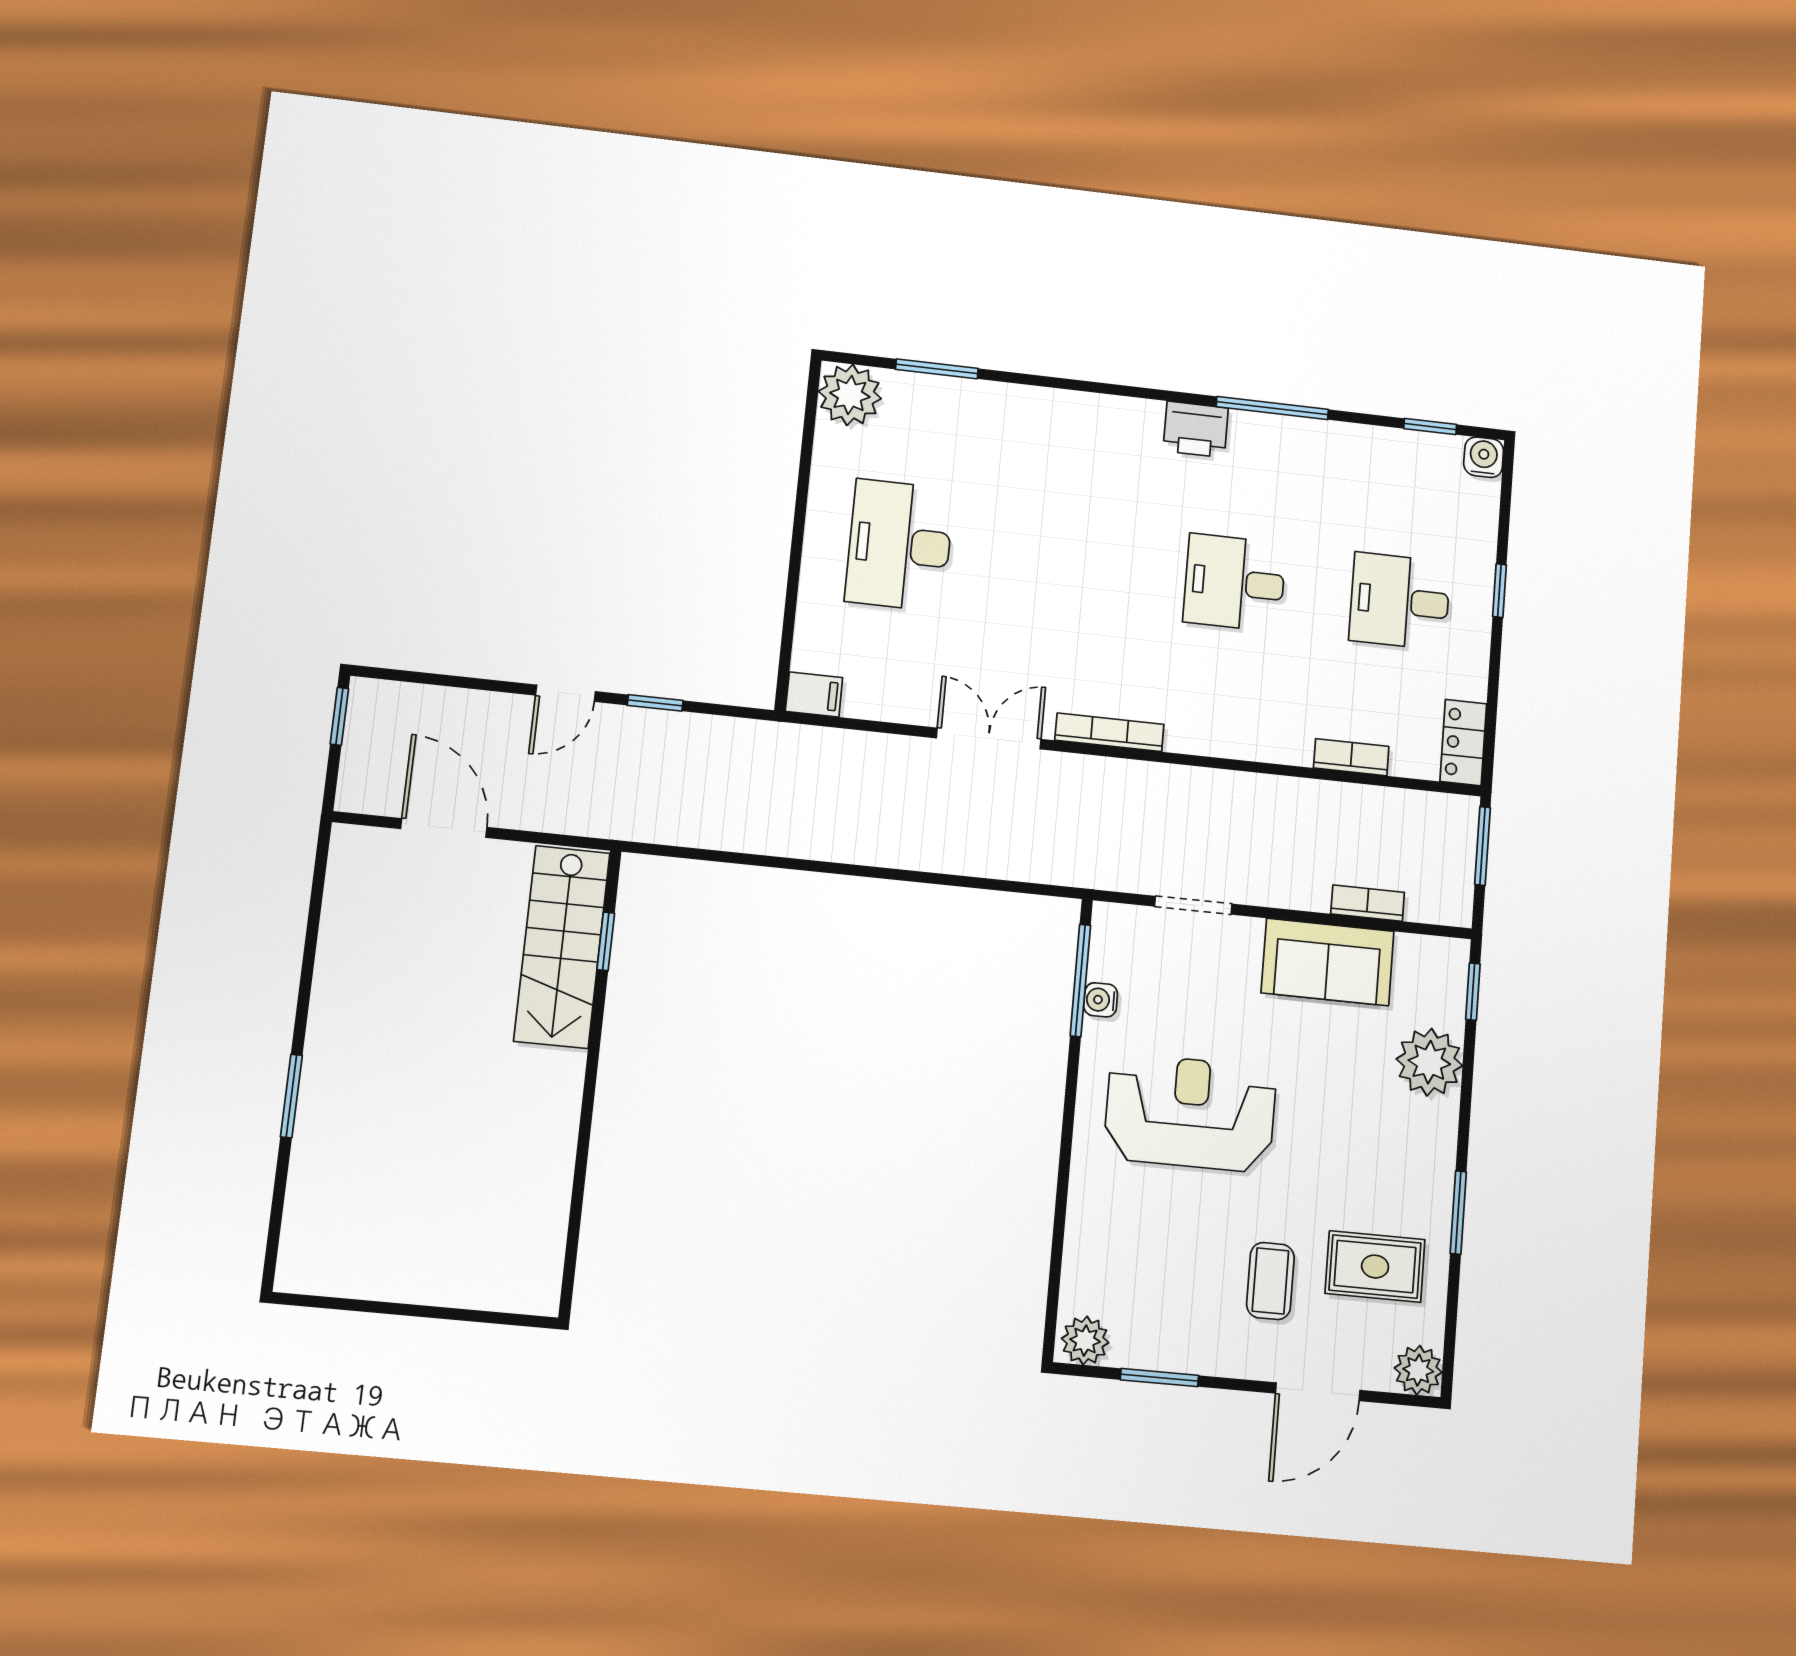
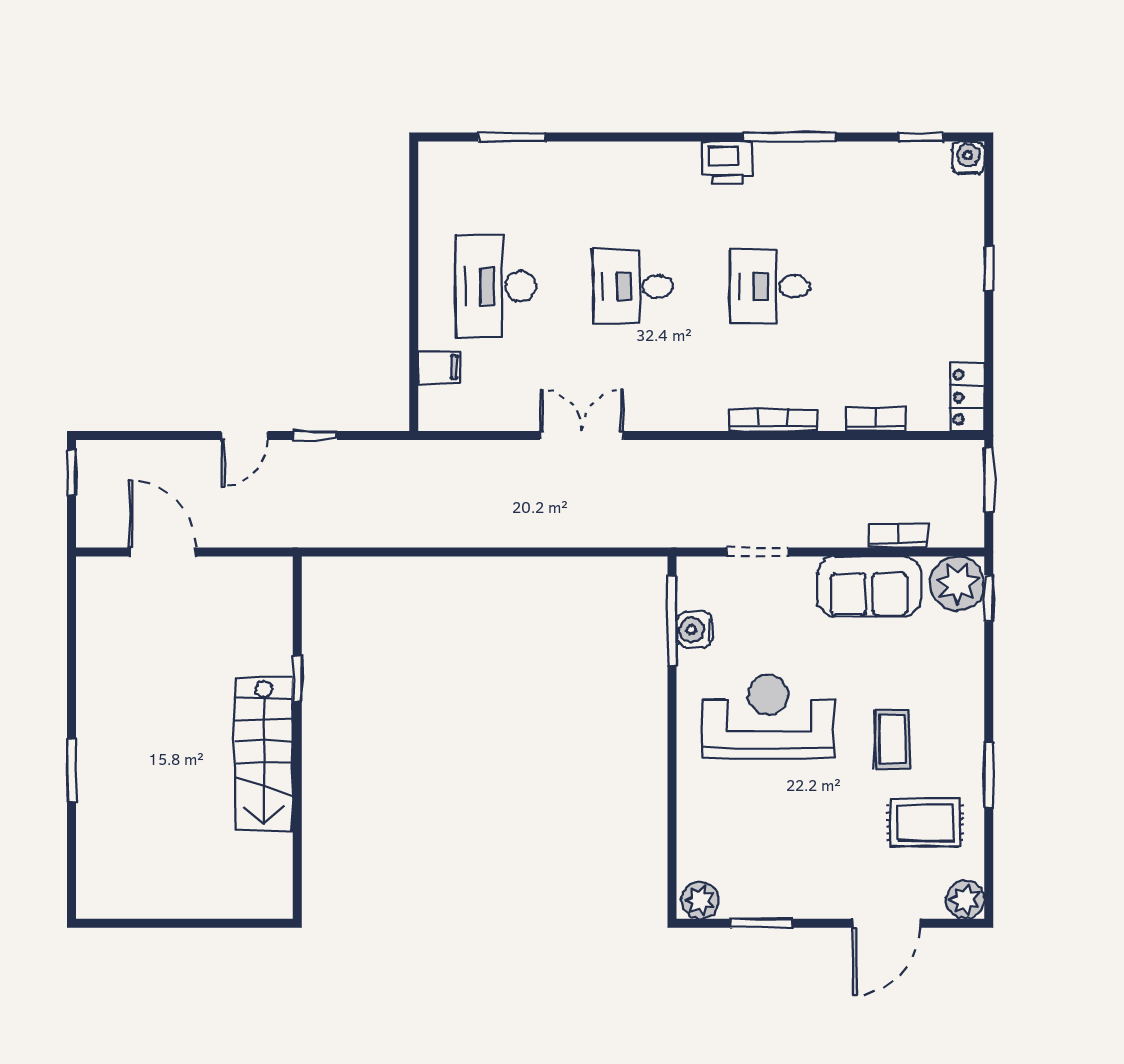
plant: (850, 395) -> (444, 167), removed
desk: (1400, 601) -> (633, 286), moved
filing cabinet: (814, 694) -> (439, 367), moved
bookcase: (1109, 732) -> (773, 420), moved
window: (606, 941) -> (297, 679), moved
stairs: (562, 947) -> (264, 754), moved
water cooler: (1101, 1000) -> (695, 630), width x1.38, depth x1.38
plant: (1429, 1062) -> (957, 584), moved
coffee table: (1270, 1281) -> (892, 739), moved

